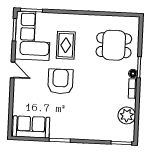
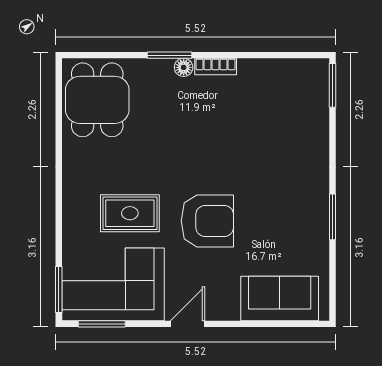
dining table: (114, 45) -> (97, 100), moved
armchair: (60, 81) -> (207, 221), turned 180
plant: (127, 115) -> (273, 77), removed
sofa: (31, 127) -> (280, 298), moved, turned 90

